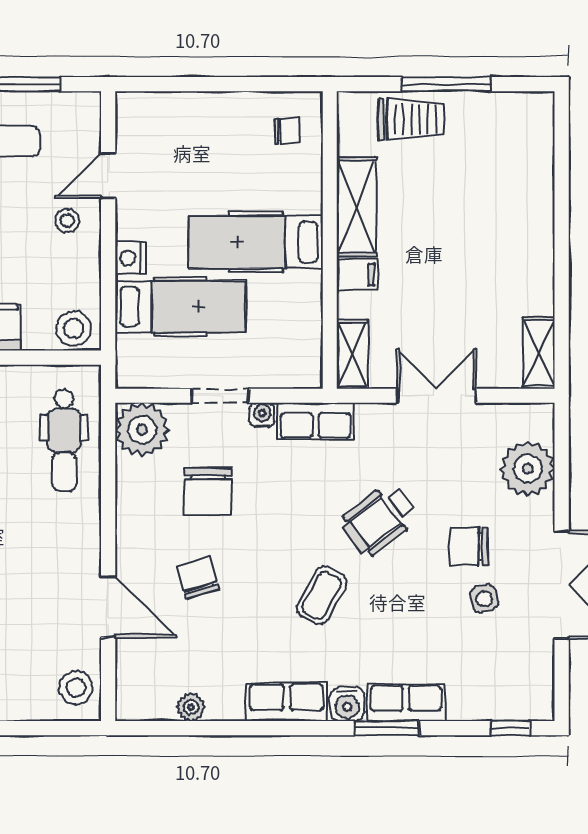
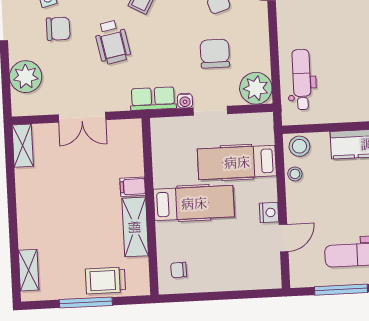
stool: (67, 221) -> (295, 174), moved
nightstand: (130, 258) -> (269, 213), moved
shelving: (352, 354) -> (29, 270), moved
wheelchair: (379, 520) -> (112, 42), turned 116

